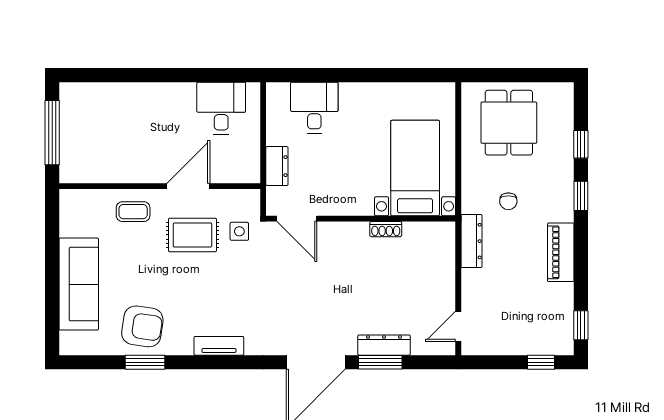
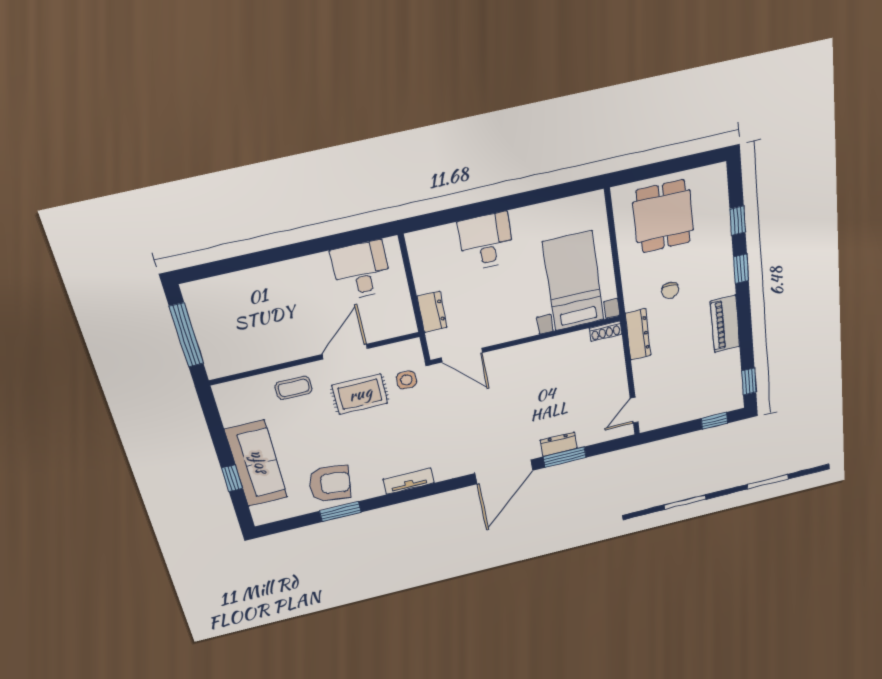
desk: (314, 108) -> (486, 241), moved
shoe rack: (386, 229) -> (606, 331), moved
window: (52, 294) -> (232, 478), added
dresser: (384, 345) -> (559, 444), width x0.70

